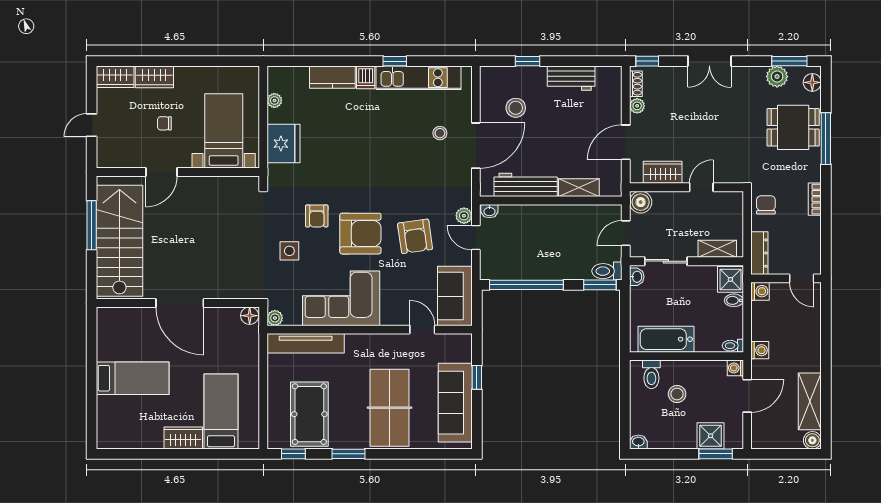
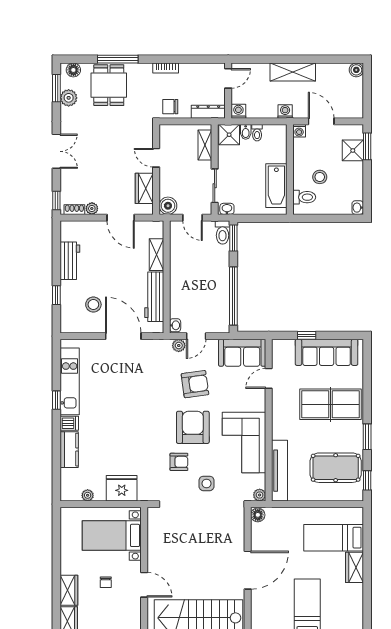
stool: (440, 133) -> (113, 364), removed
toilet: (733, 346) -> (257, 133), moved
shelving: (810, 401) -> (293, 72), moved

